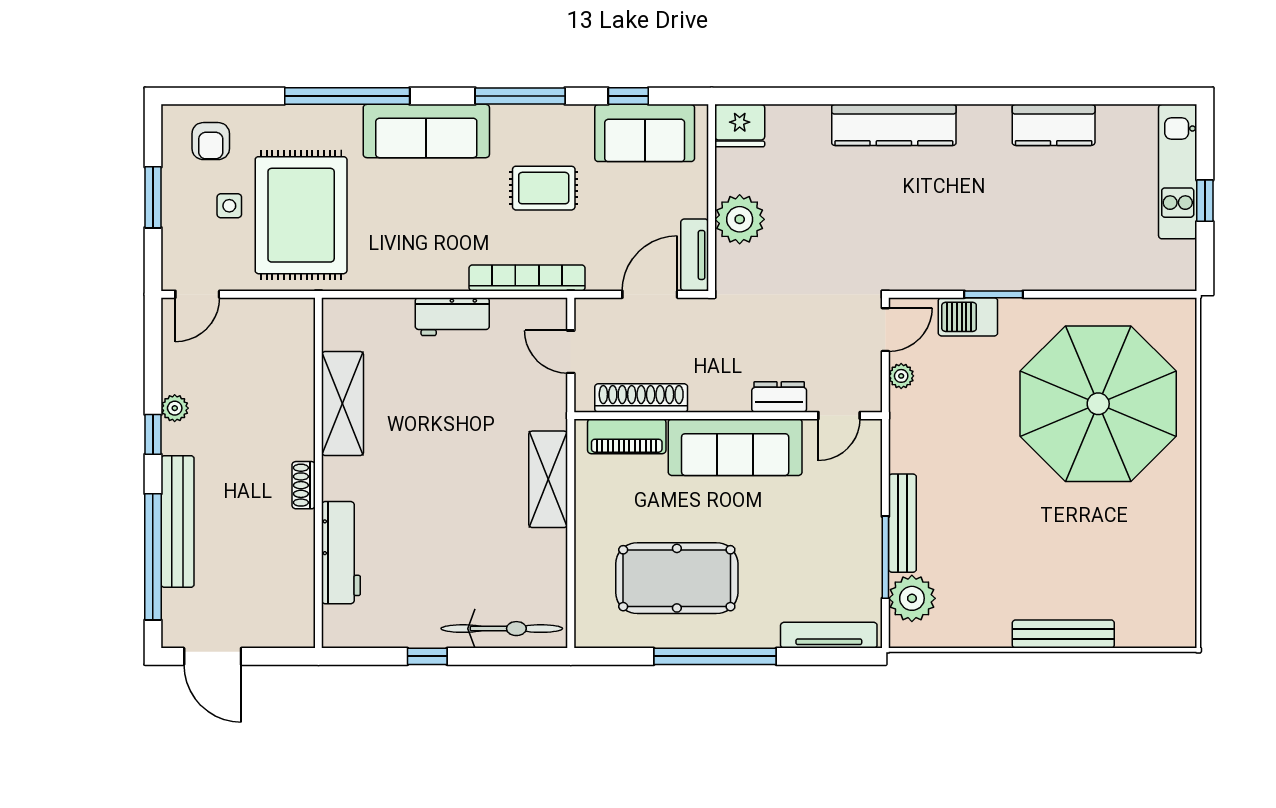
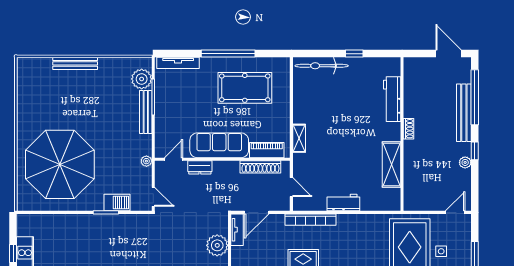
door: (885, 330) -> (153, 197), swing flipped
plant: (901, 376) -> (146, 161), moved
shelving: (548, 479) -> (299, 138), width x0.67, depth x0.75

